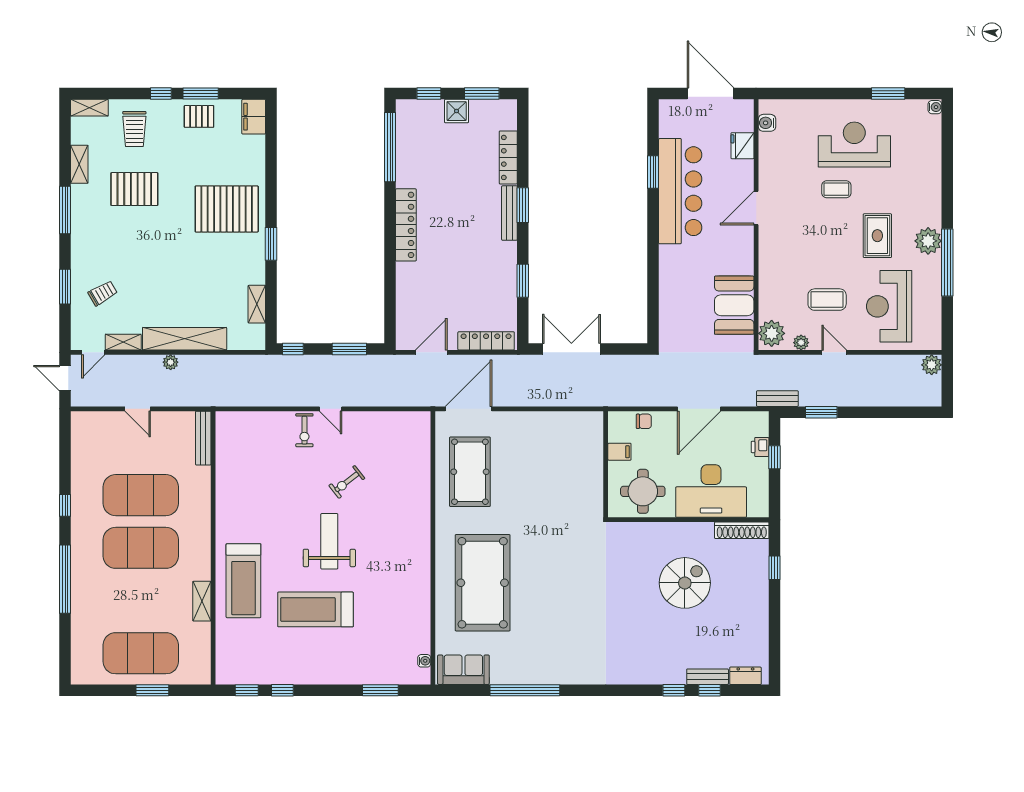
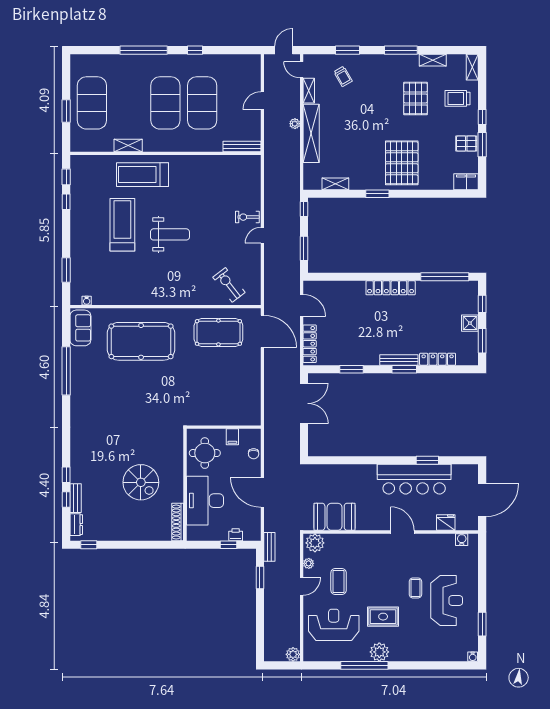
pallet: (199, 116) -> (466, 144), turned 90
exercise bike: (347, 482) -> (229, 285), moved, width x1.38, depth x1.39
window: (774, 568) -> (89, 545), moved

